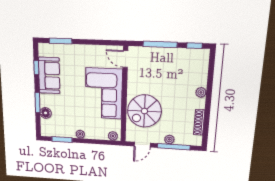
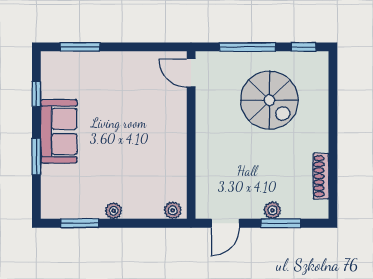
sofa: (49, 76) -> (59, 131), moved
plant: (201, 92) -> (320, 124), removed
corner sofa: (104, 93) -> (155, 134), removed
spiral stairs: (144, 111) -> (269, 100), moved, turned -90
floor lamp: (46, 113) -> (51, 175), removed
window: (174, 147) -> (281, 223), width x0.69

